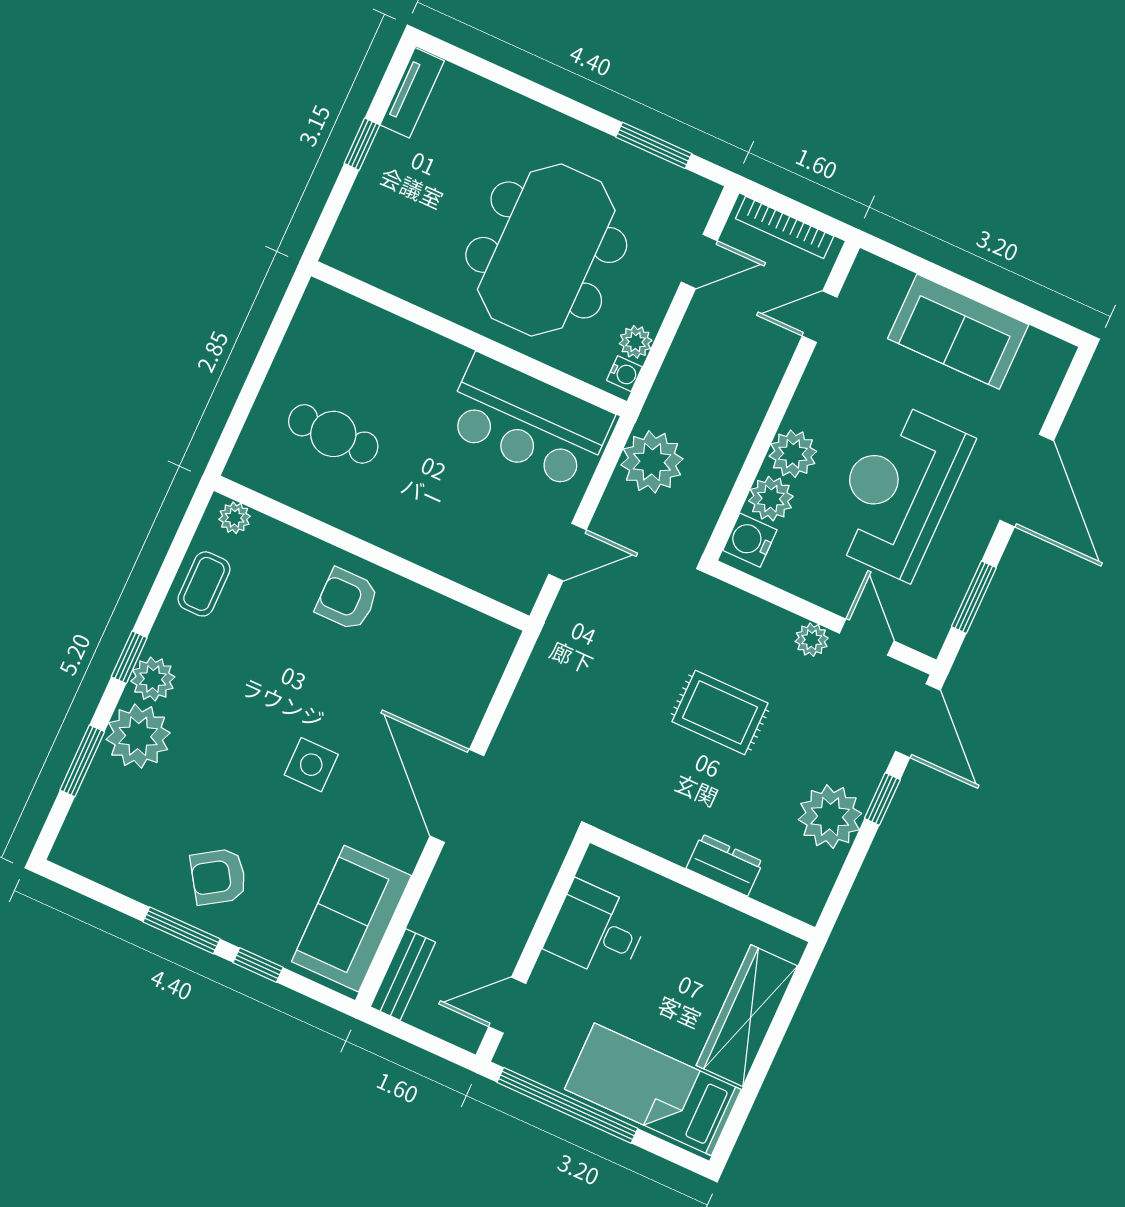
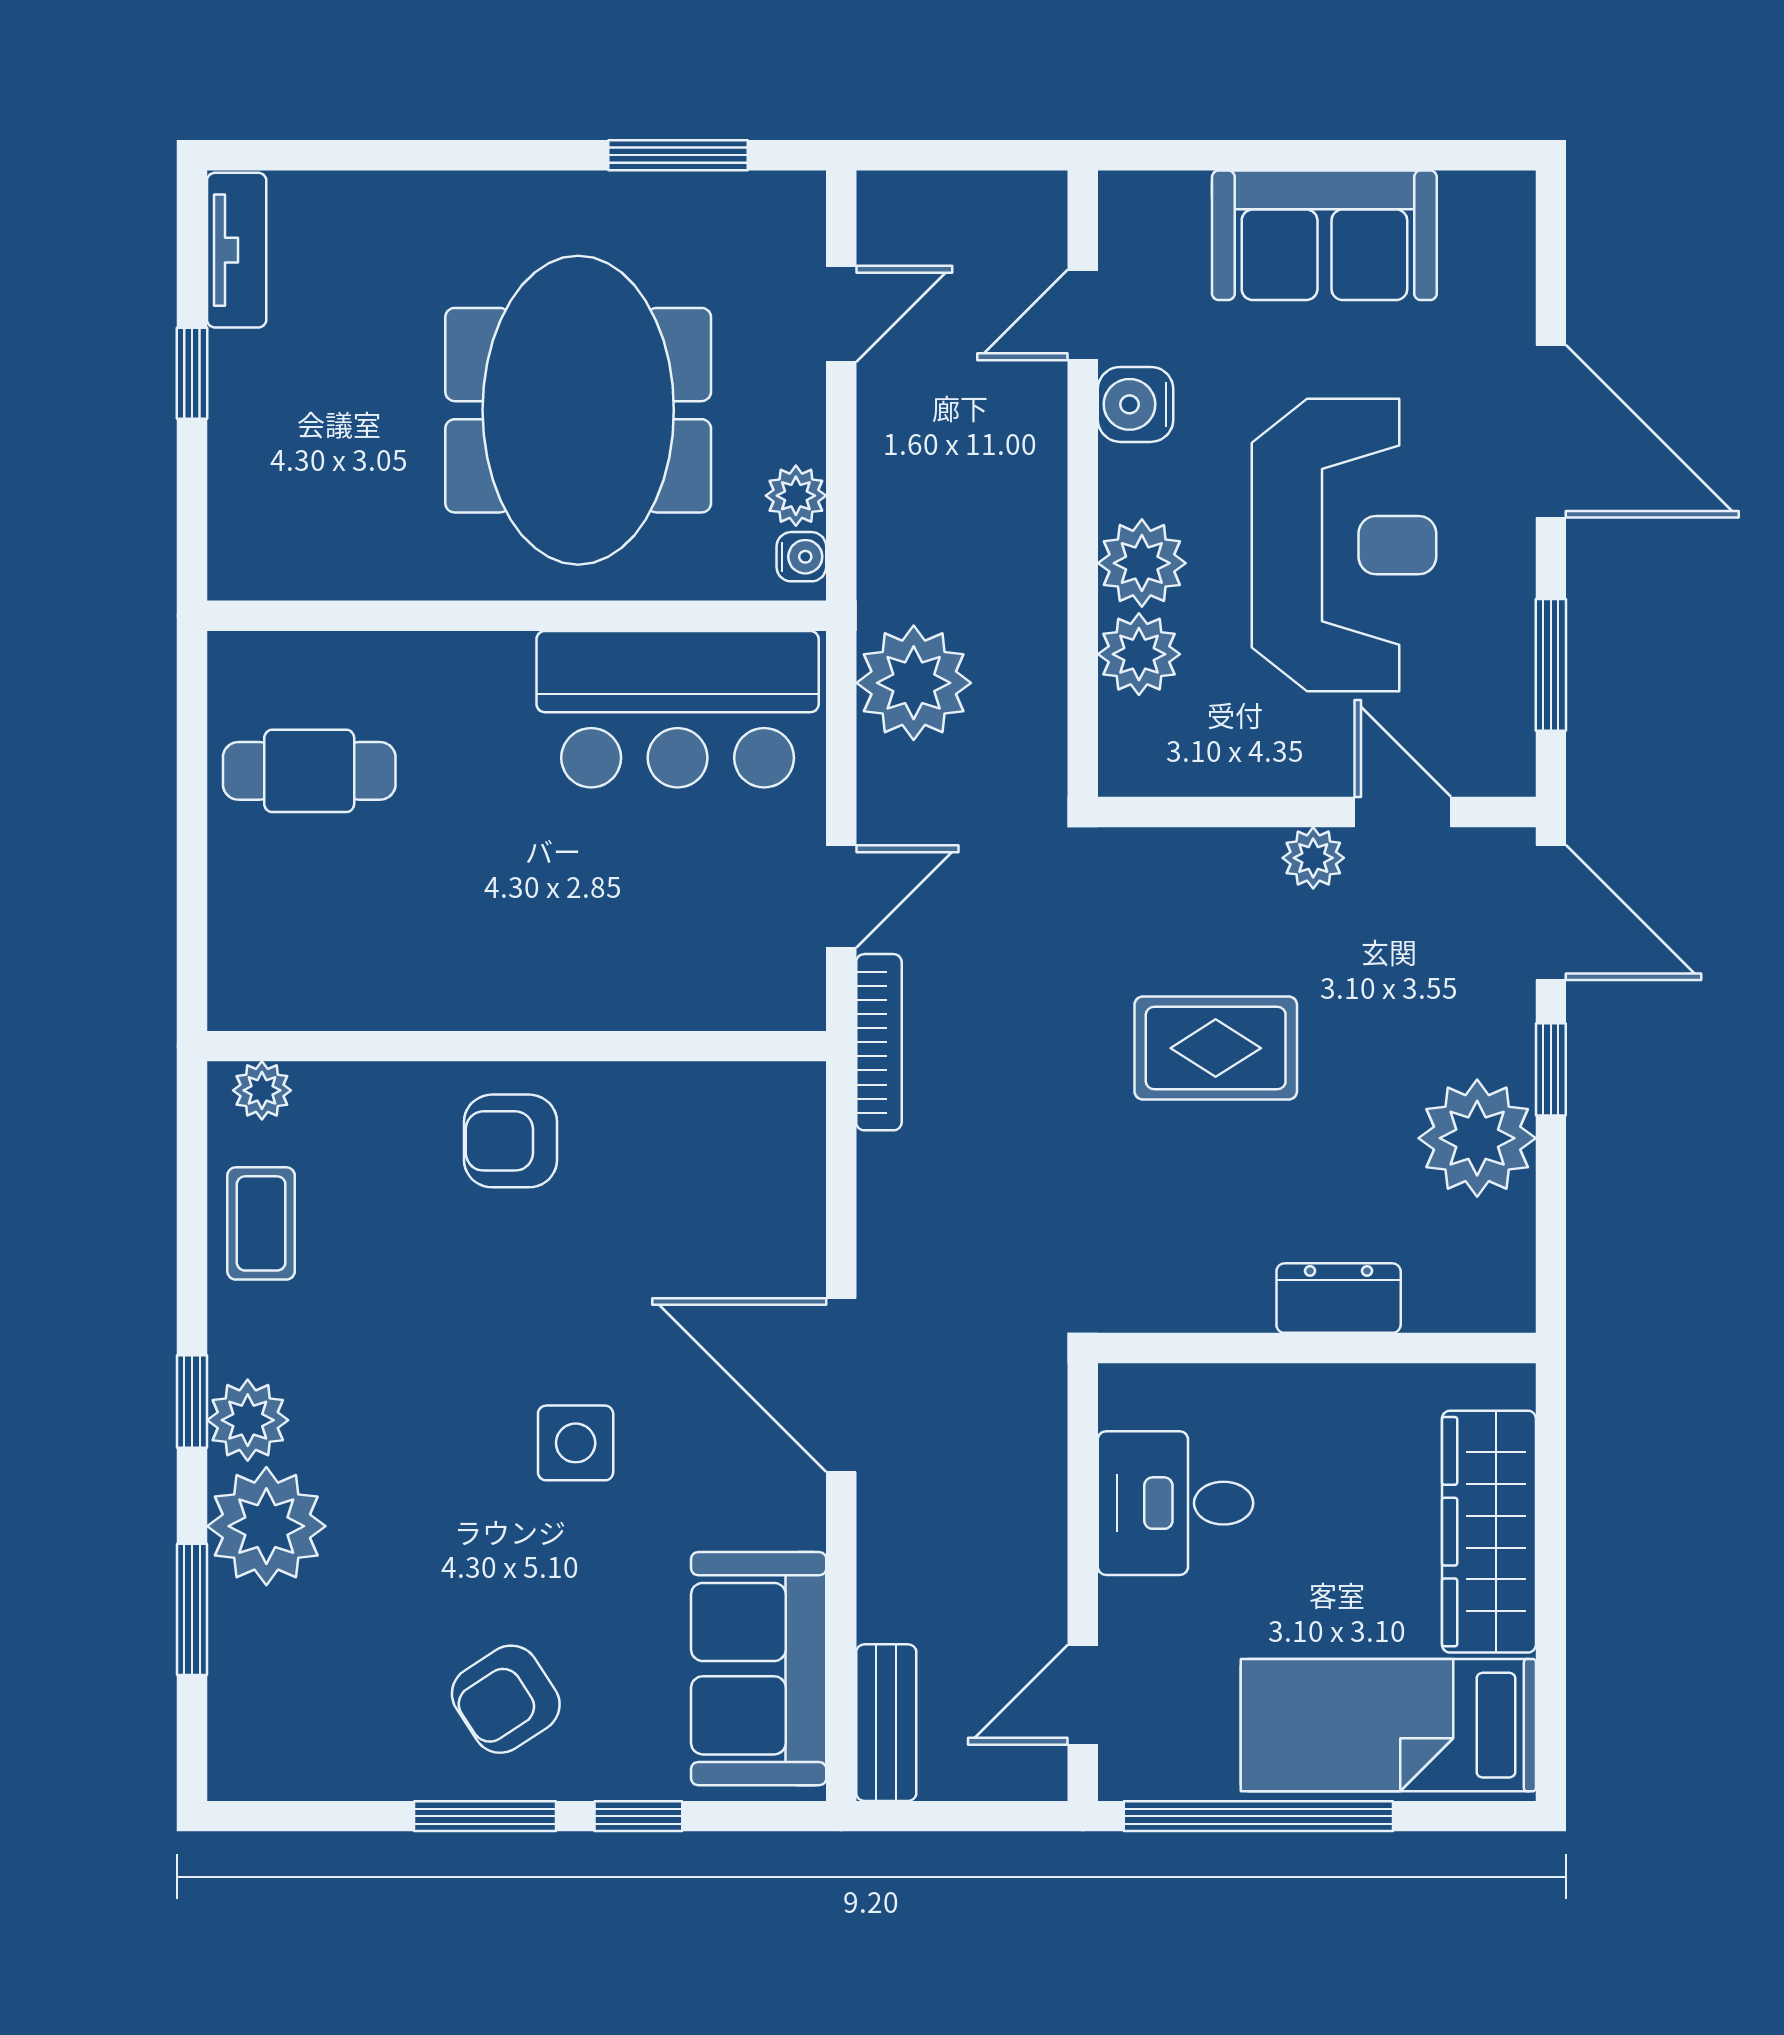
bookcase: (785, 227) -> (879, 1042), moved, turned -90
cafe table: (333, 434) -> (309, 771), moved
reception desk: (898, 491) -> (1344, 545), turned 180
water cooler: (750, 540) -> (1136, 404), moved

